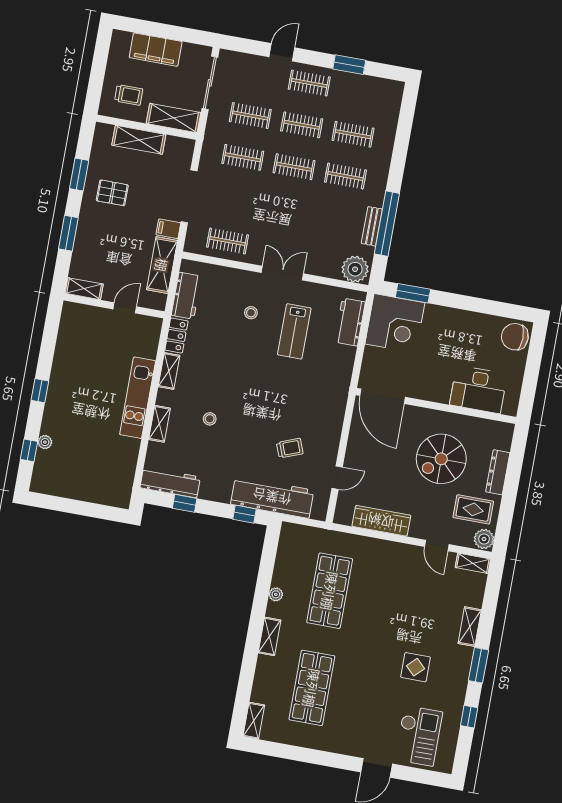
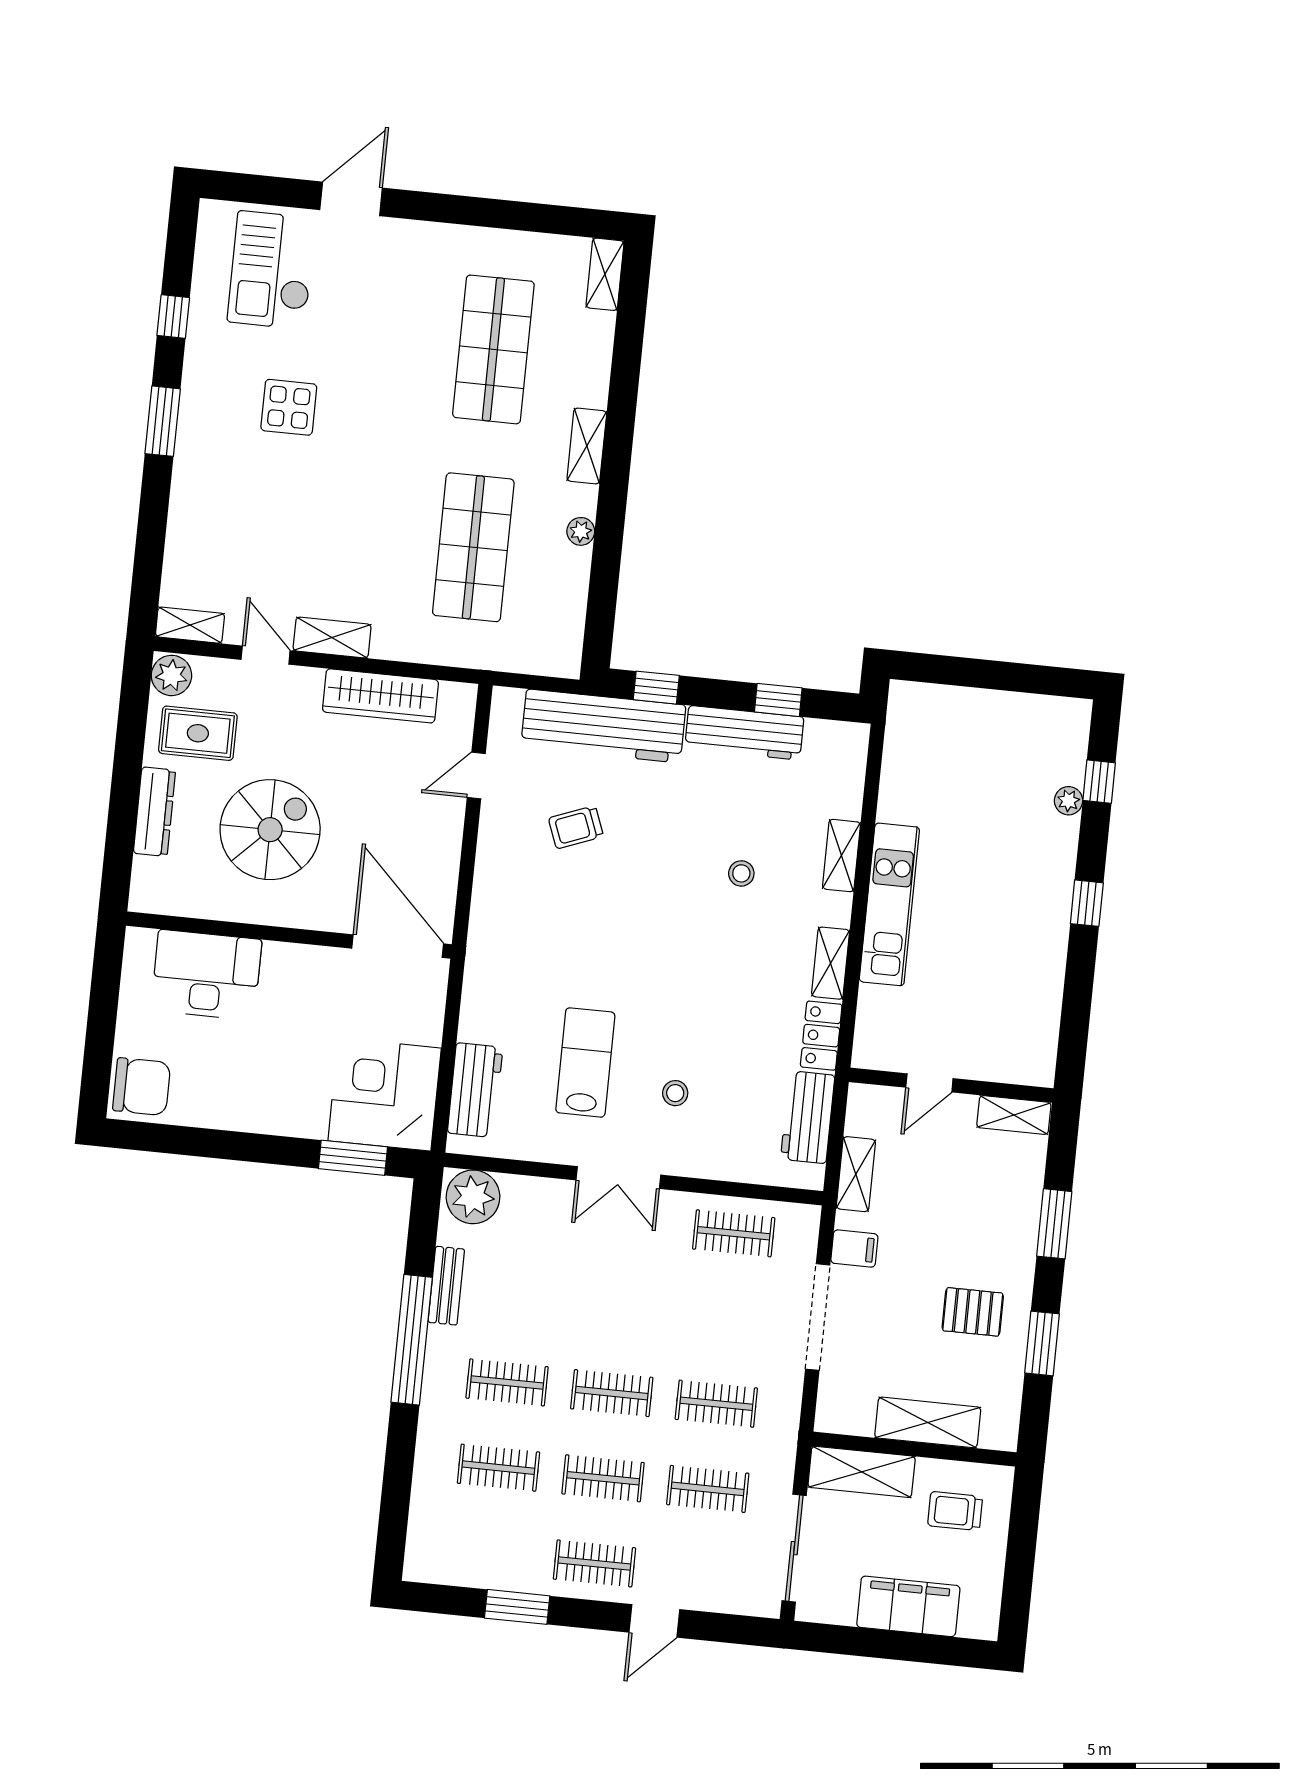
window: (387, 224) -> (412, 1340), moved
shelving: (162, 265) -> (856, 1174), width x0.67, depth x0.75
workbench: (170, 482) -> (744, 733), moved
shelving: (470, 627) -> (332, 638), moved, turned 90

